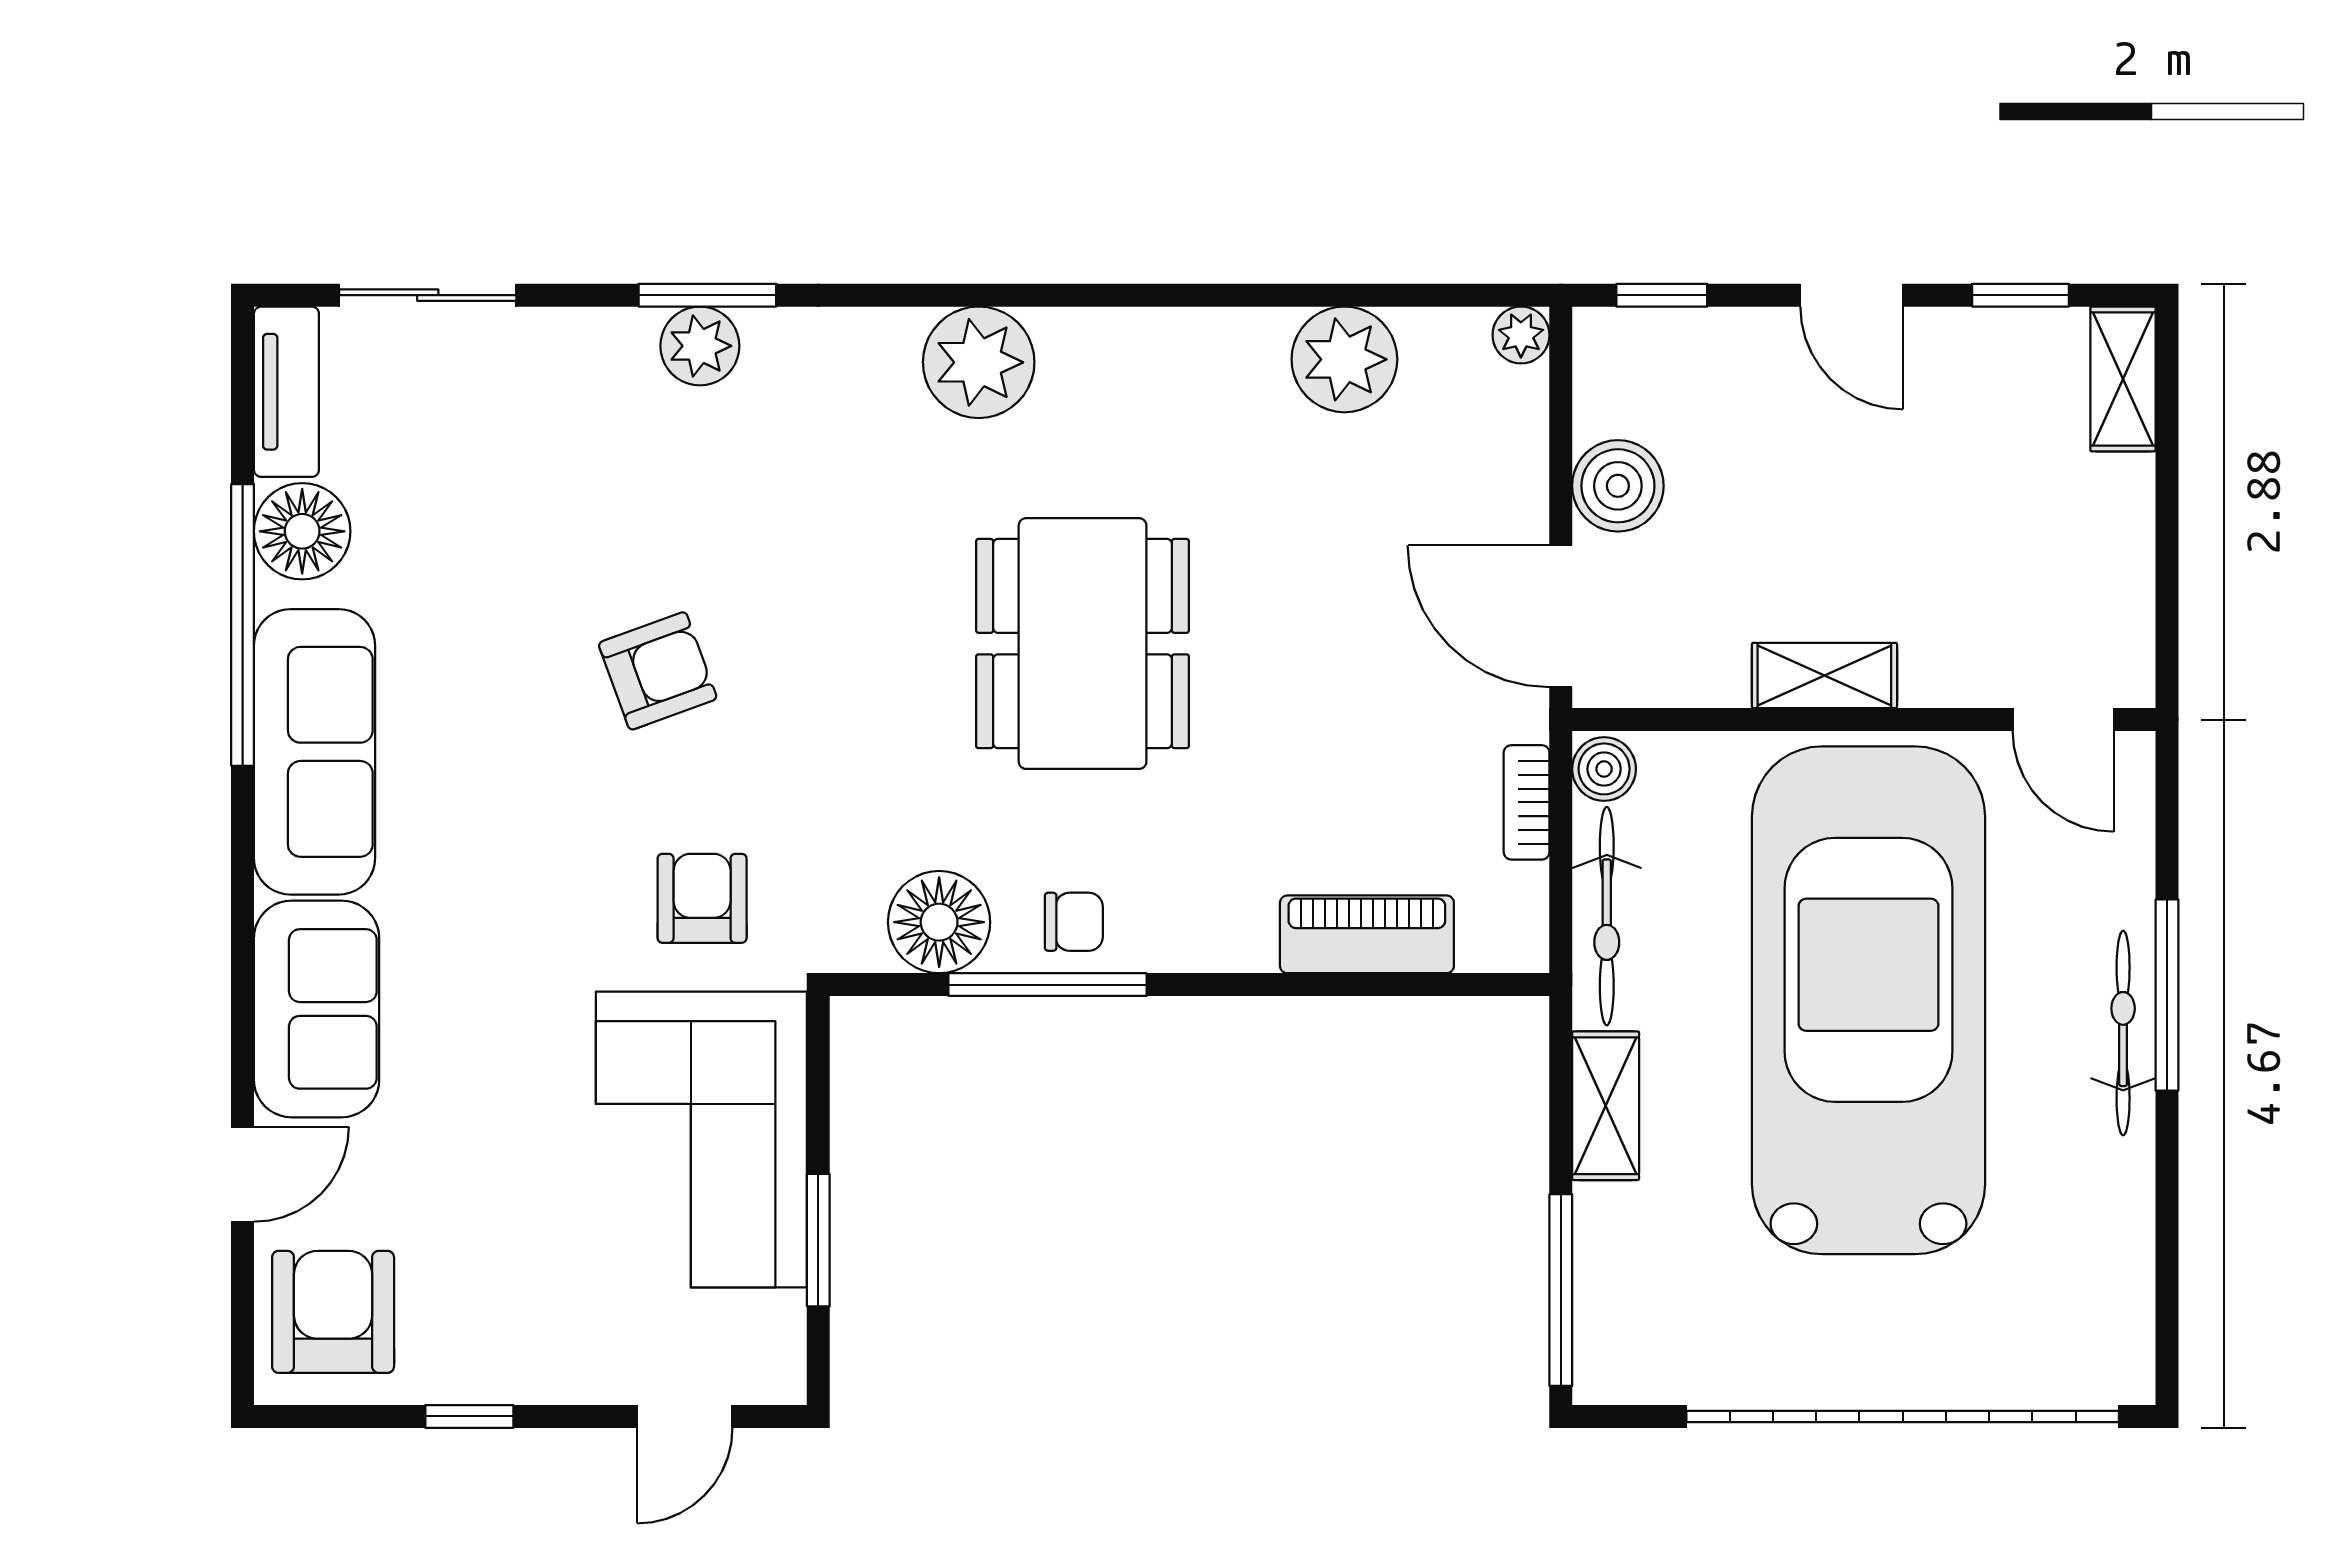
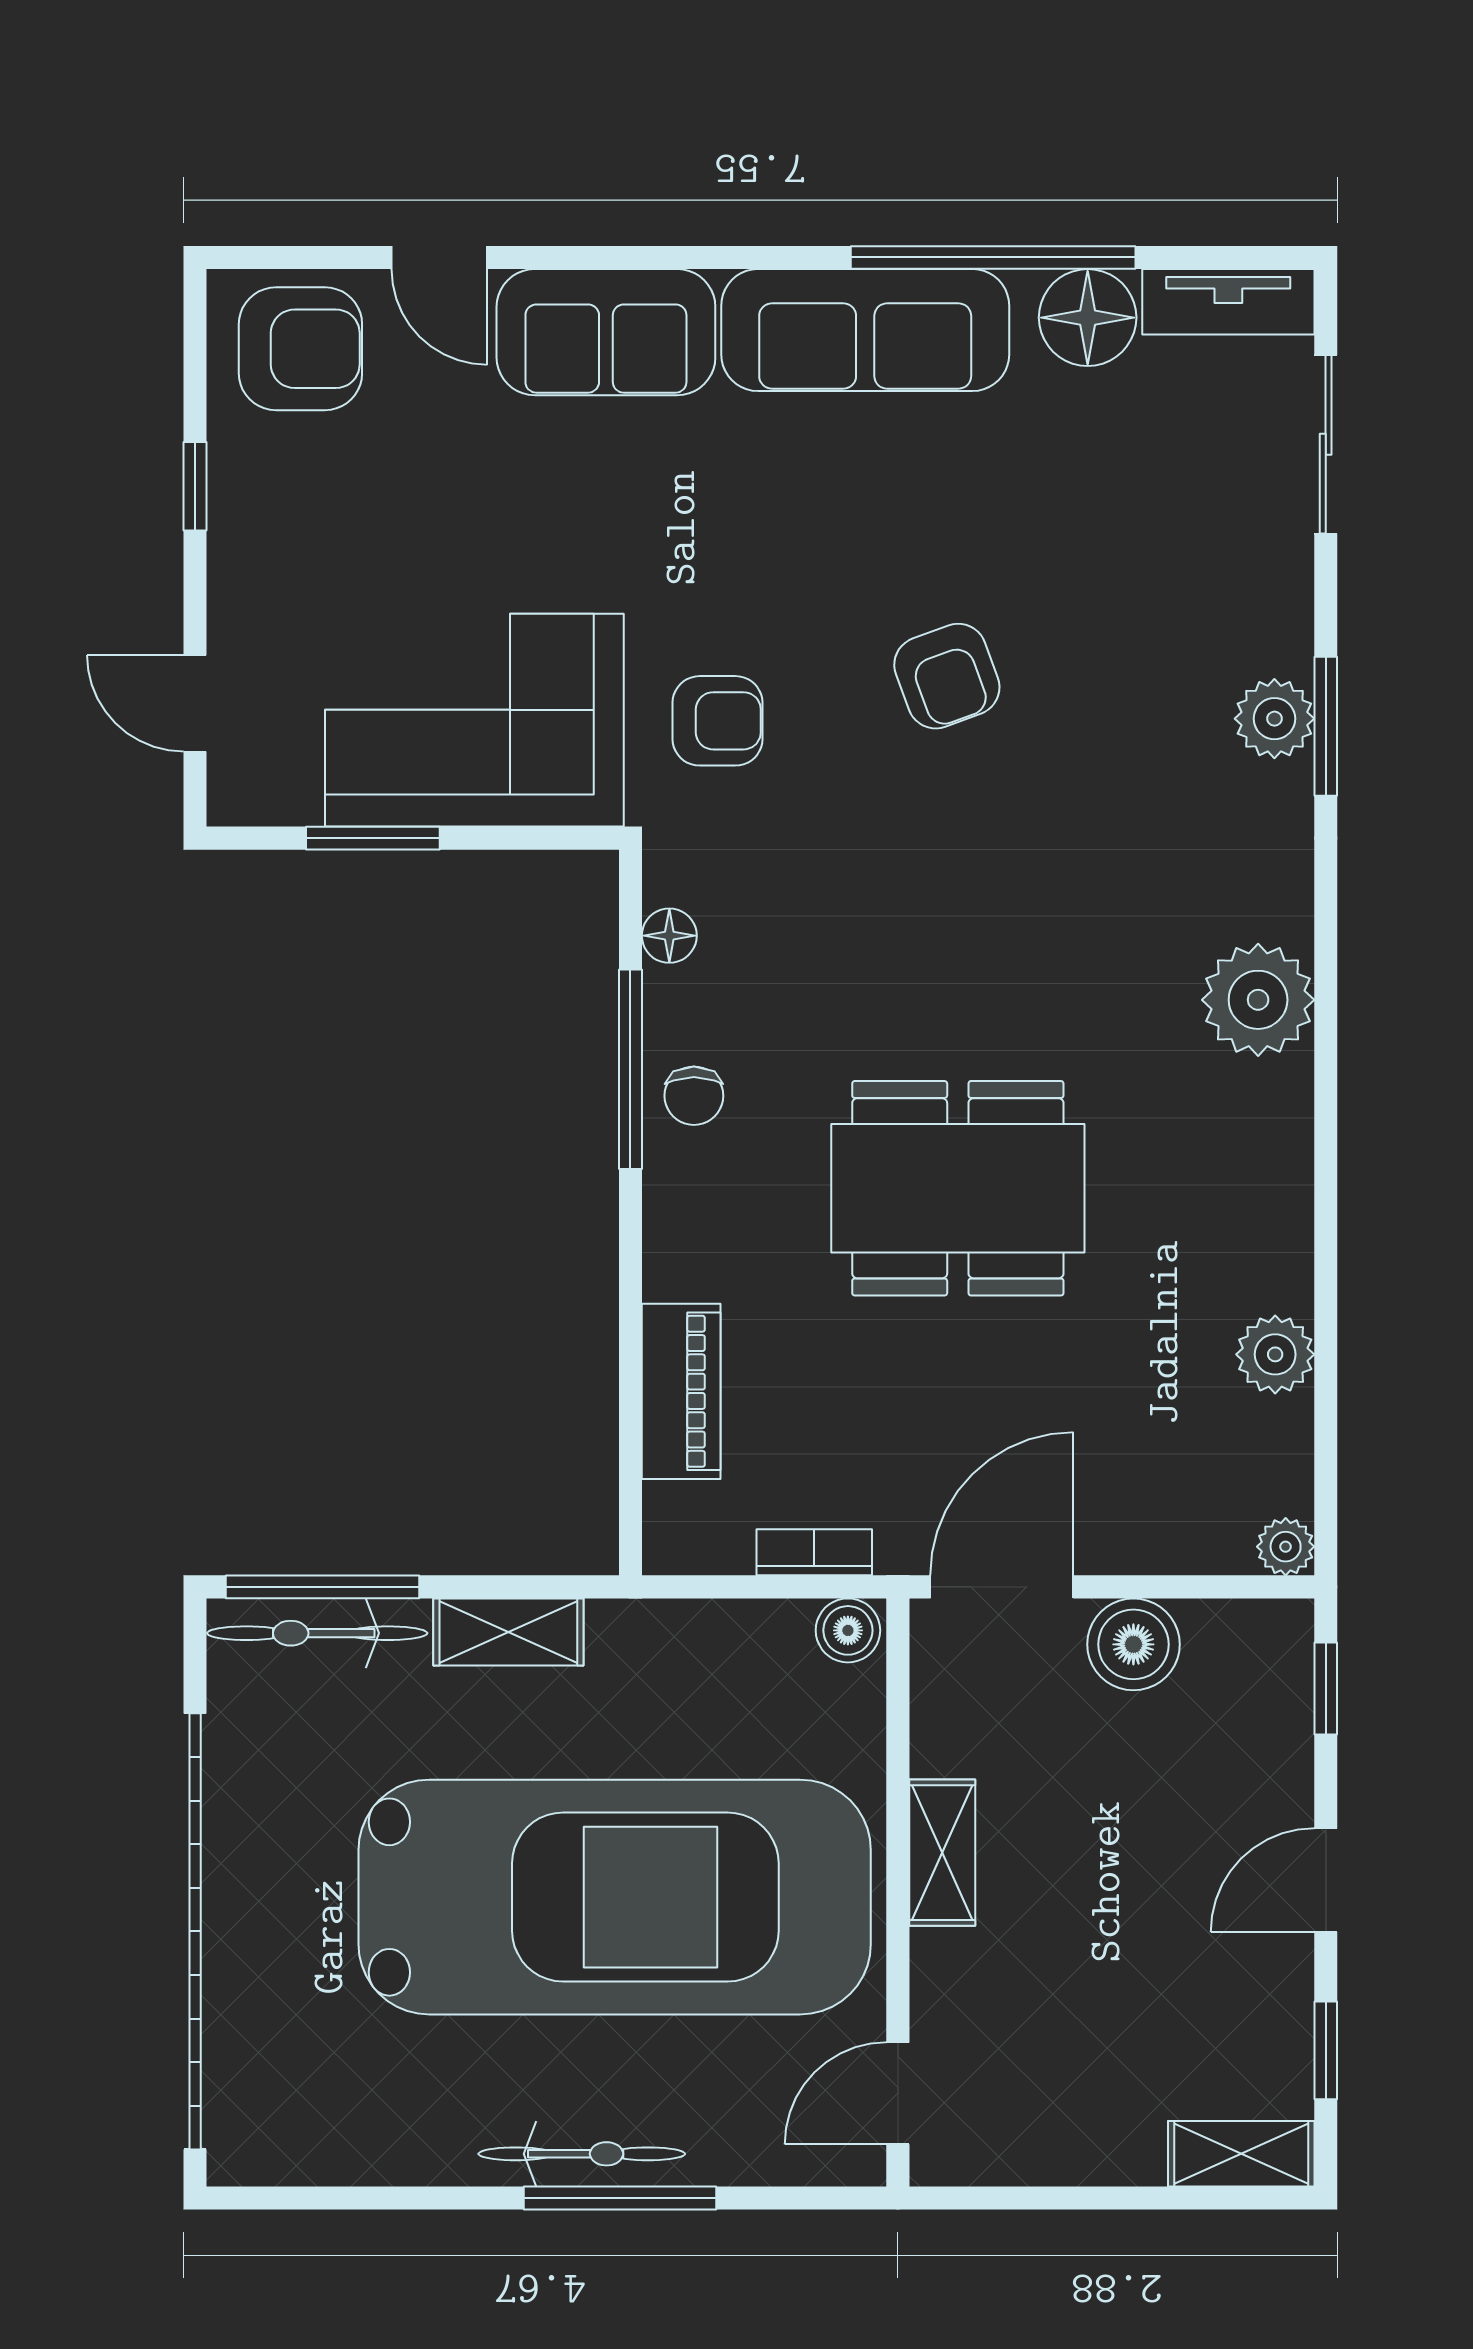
plant: (1344, 359) -> (1275, 1354), width x0.73, depth x0.73
dining table: (1083, 644) -> (958, 1188), moved
bicycle: (1607, 916) -> (317, 1633), moved
floor lamp: (939, 922) -> (669, 936), width x0.53, depth x0.53

